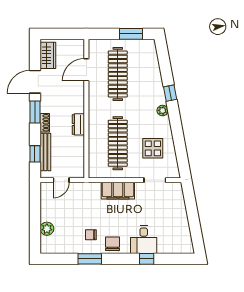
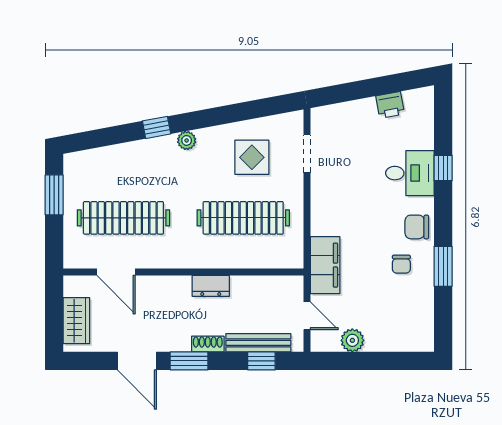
wardrobe: (48, 55) -> (76, 321), moved, turned 90
filing cabinet: (118, 191) -> (325, 265), moved
printer: (183, 228) -> (390, 105), added
plant: (47, 229) -> (352, 340), moved

